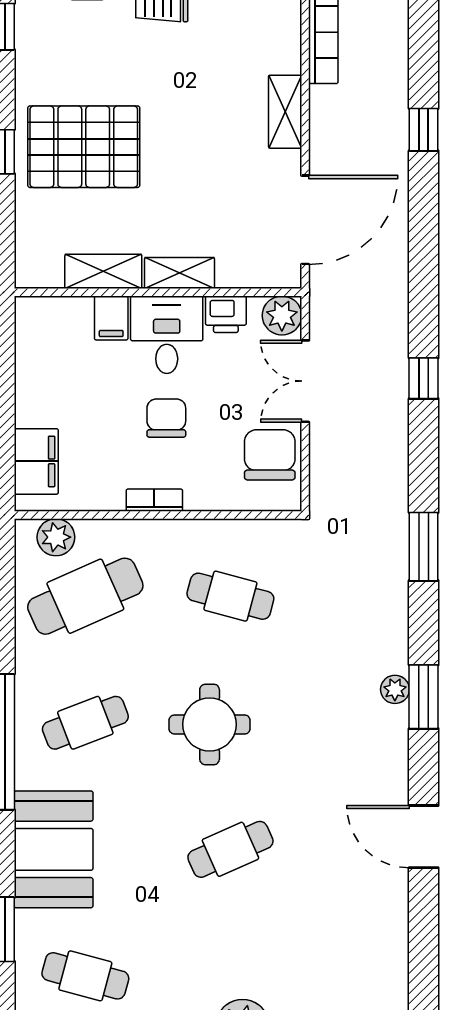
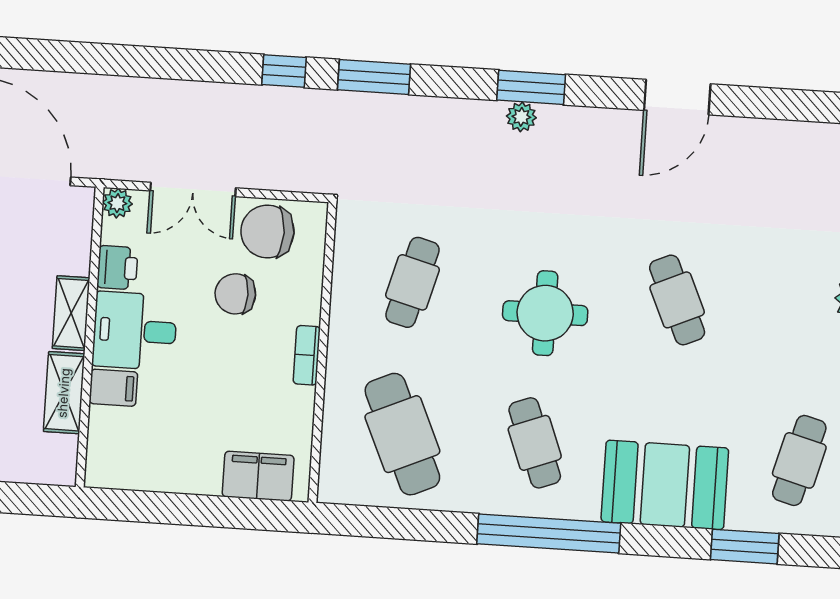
plant: (282, 315) -> (117, 203), width x0.73, depth x0.73
window: (424, 378) -> (284, 71), moved
chair: (166, 418) -> (235, 294), moved
plant: (56, 537) -> (339, 461), removed

